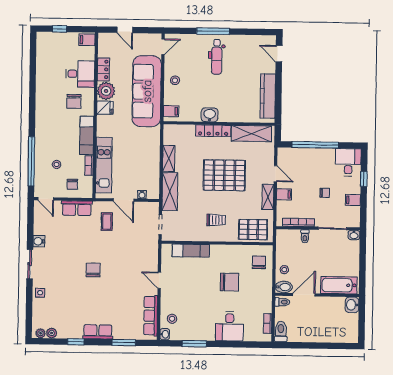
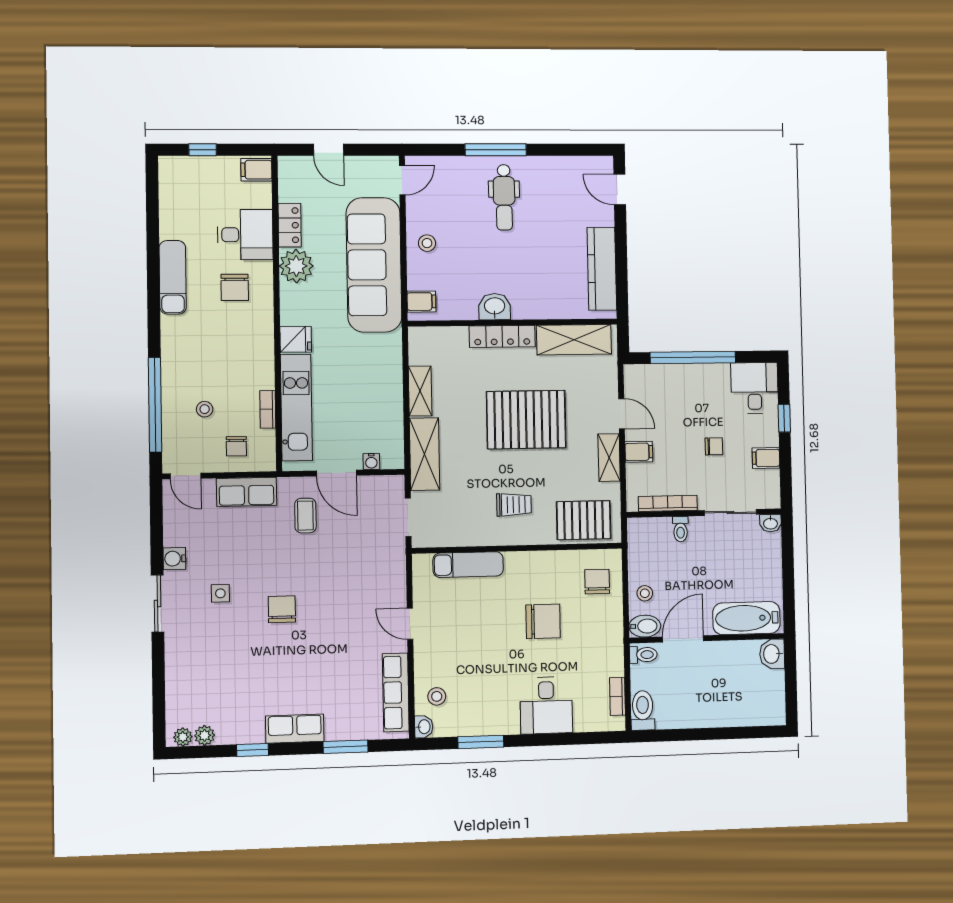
fridge: (105, 108) -> (296, 339), moved
exam couch: (87, 135) -> (173, 277), moved, turned 180
side table: (40, 293) -> (220, 593), moved

